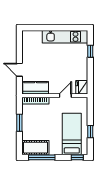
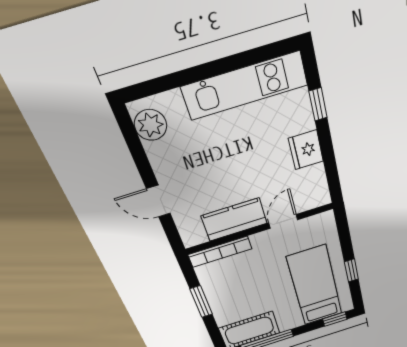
plant: (28, 40) -> (151, 125), added
fridge: (82, 87) -> (306, 150), moved
kitchen counter: (36, 88) -> (234, 220), moved

